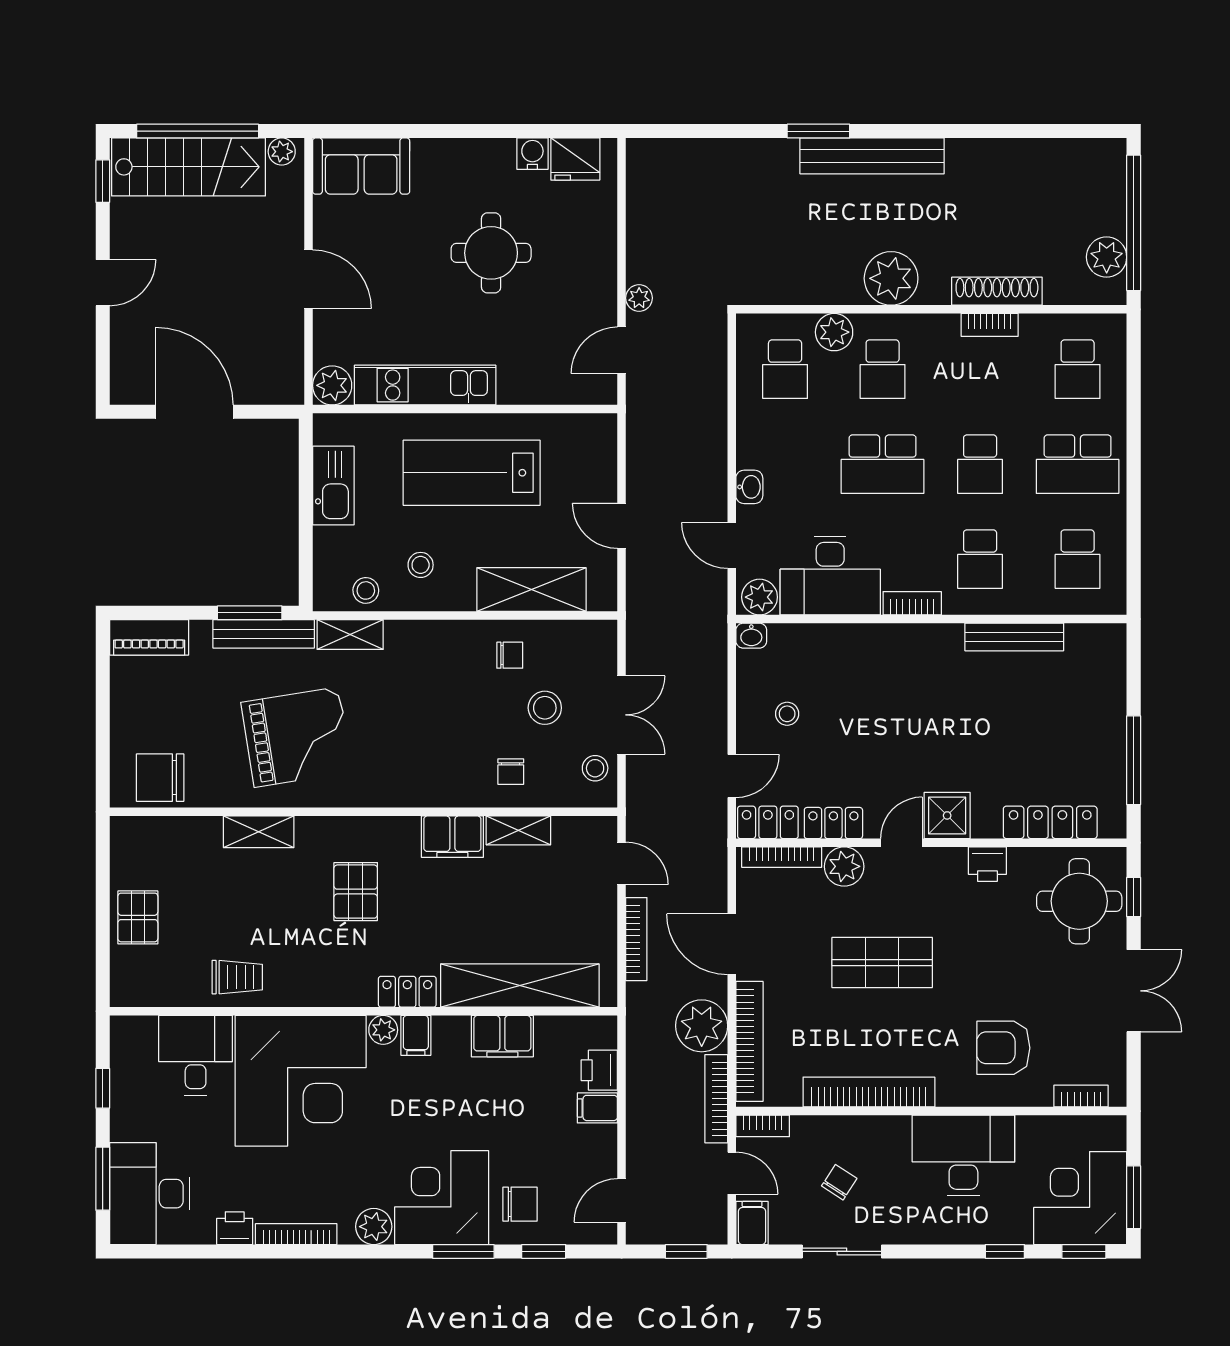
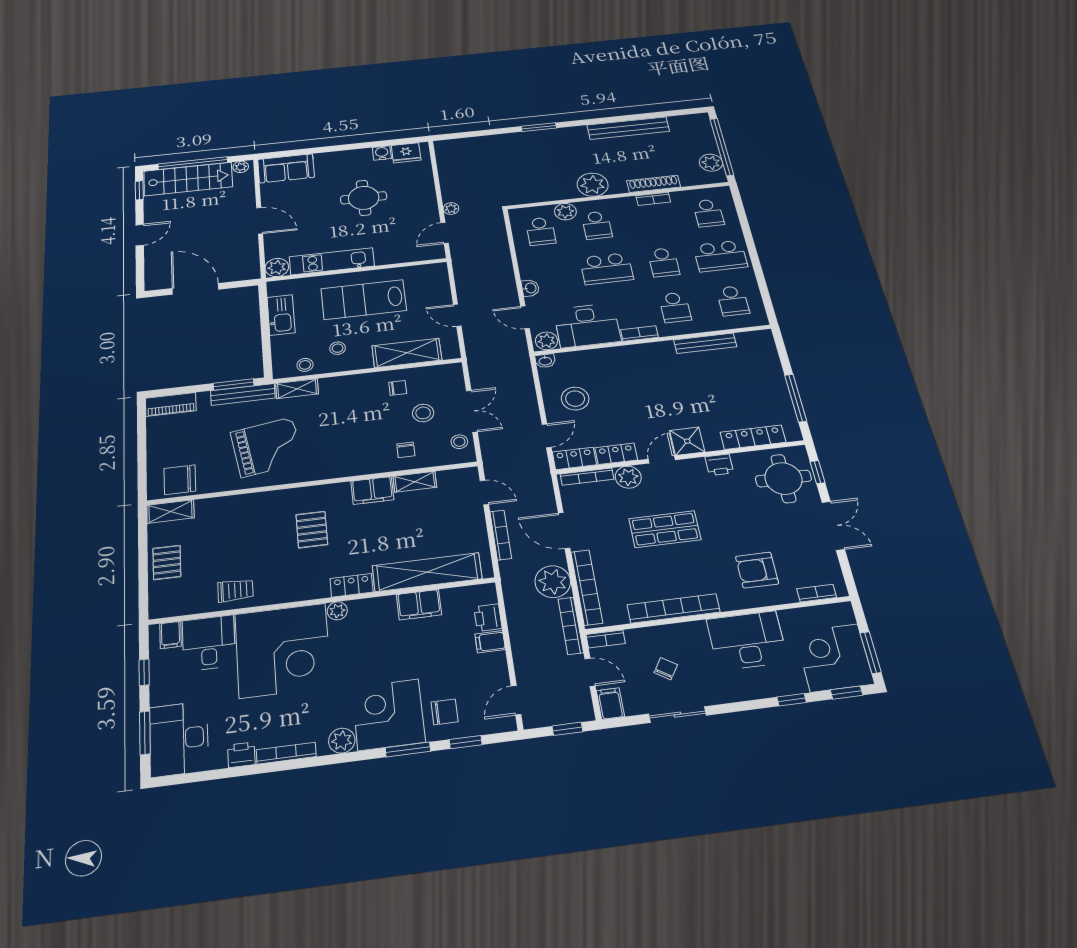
bench: (872, 156) -> (628, 128), moved
stool: (787, 714) -> (575, 399), width x1.89, depth x1.89
shelving: (259, 832) -> (170, 512), moved
filing cabinet: (416, 1035) -> (170, 635), moved

